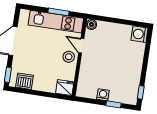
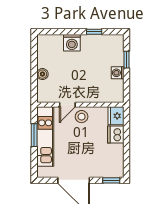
boiler: (91, 24) -> (42, 74), moved
washing machine: (139, 34) -> (72, 43), moved
dishwasher: (24, 81) -> (116, 135), moved
window: (141, 92) -> (94, 32), moved

